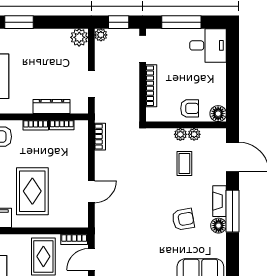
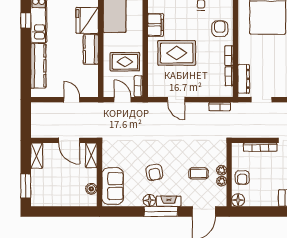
dresser: (51, 106) -> (244, 79), moved

